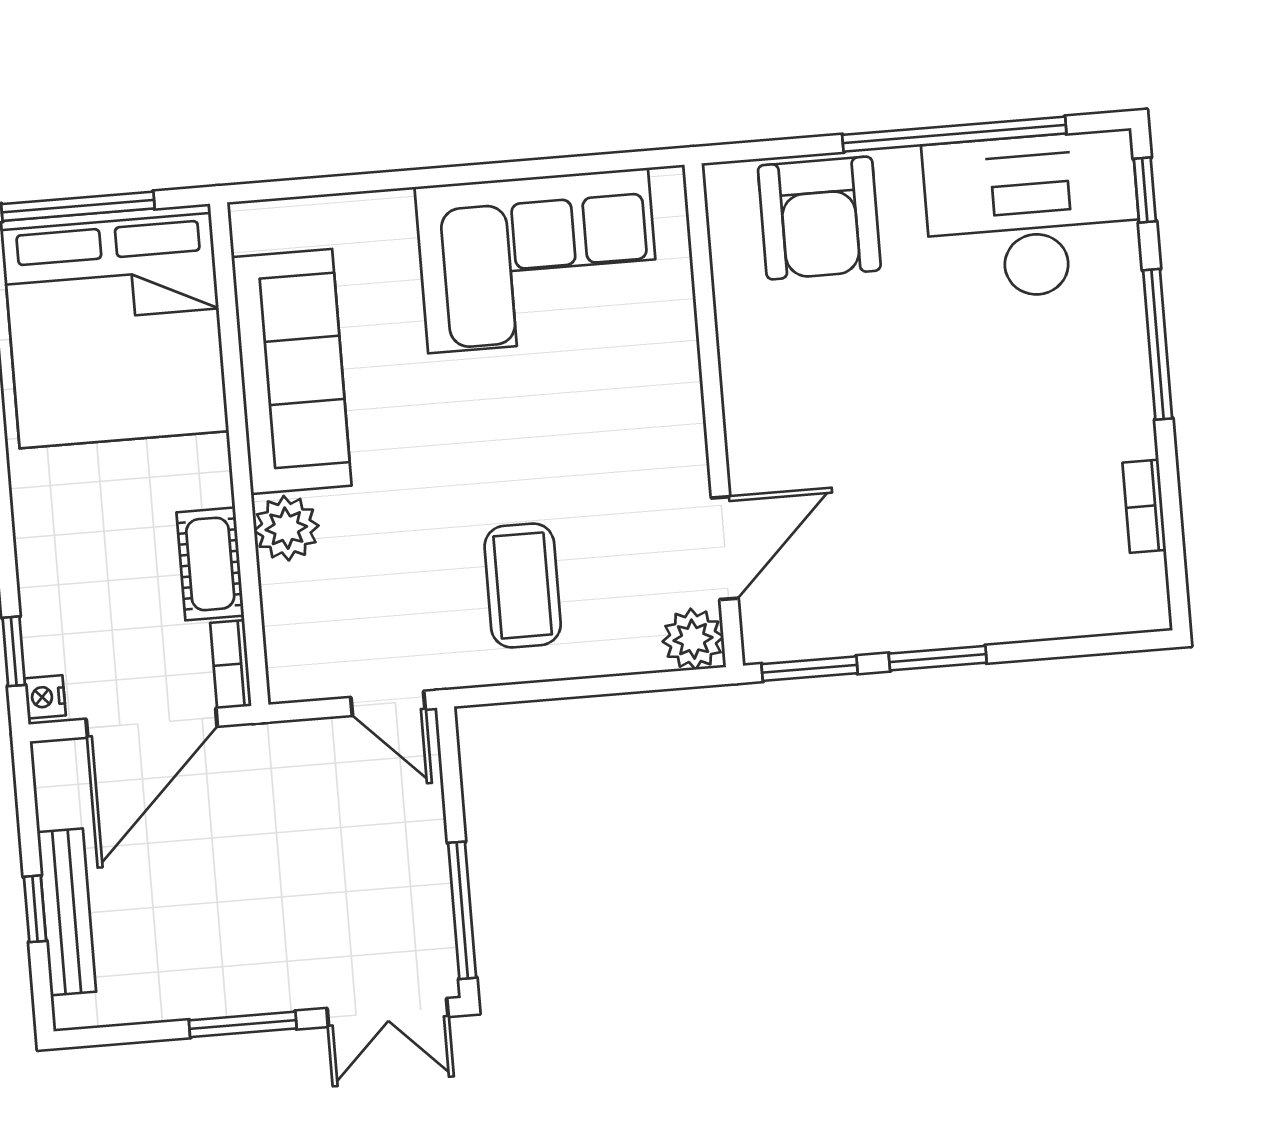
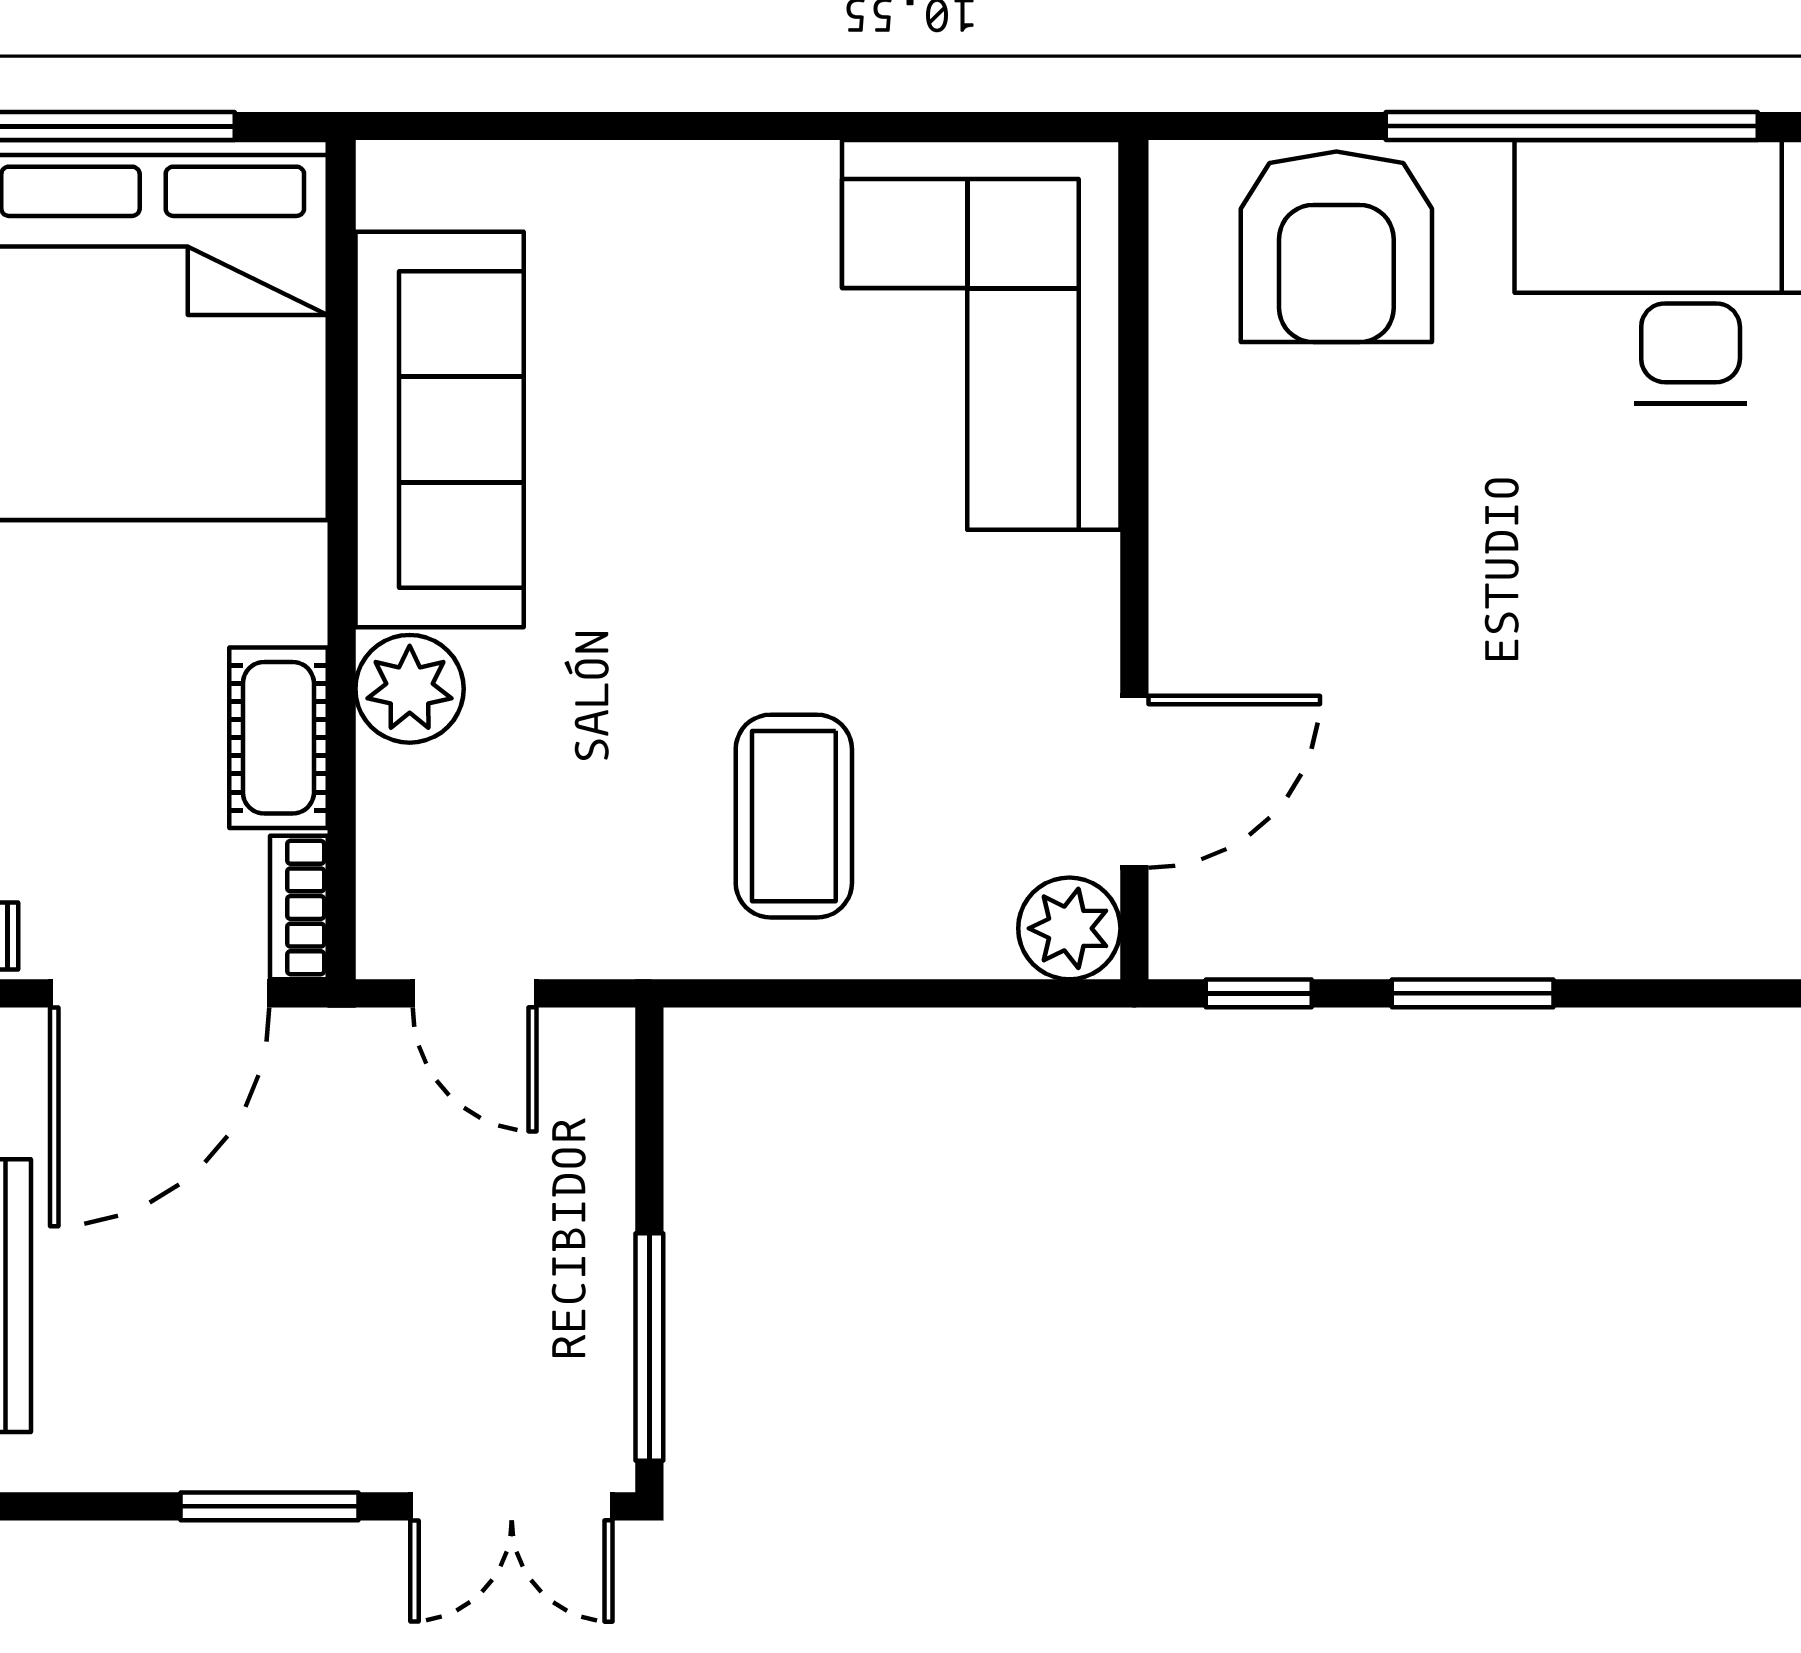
corner sofa: (538, 261) -> (981, 335), moved, turned 90
window: (810, 669) -> (1259, 993), width x0.67
door: (388, 703) -> (475, 993), moved

